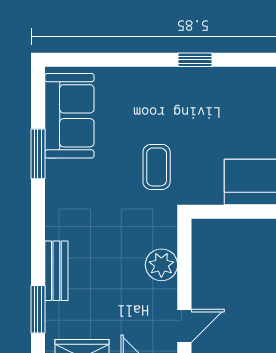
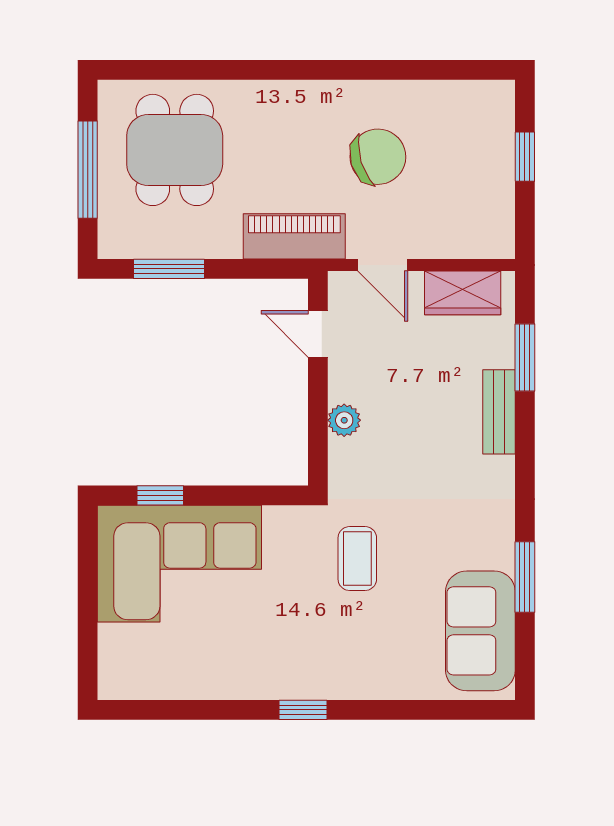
plant: (161, 265) -> (344, 420), width x0.73, depth x0.73
door: (184, 326) -> (318, 334), hinge flipped

